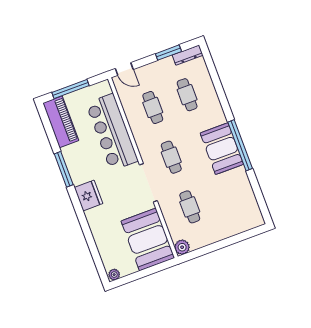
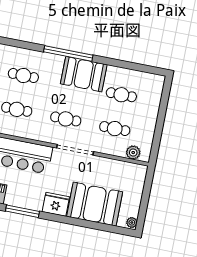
window: (240, 145) -> (68, 54), moved
cafe table: (224, 194) -> (121, 95), added
booth: (148, 239) -> (95, 204), moved
plant: (182, 247) -> (133, 153), moved

